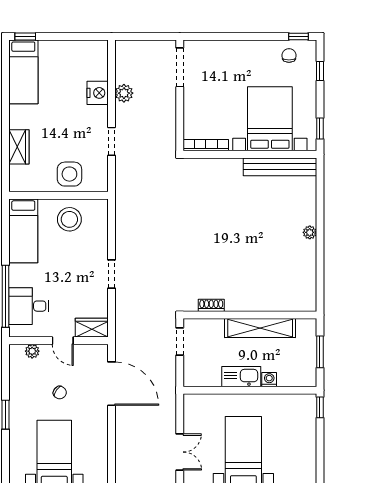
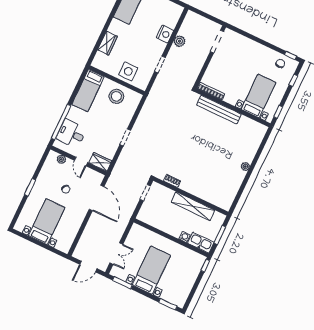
bed with nightstands: (270, 119) -> (259, 96), width x0.73
bench: (280, 167) -> (219, 110), moved
kitchen sink: (241, 377) -> (201, 243), moved

